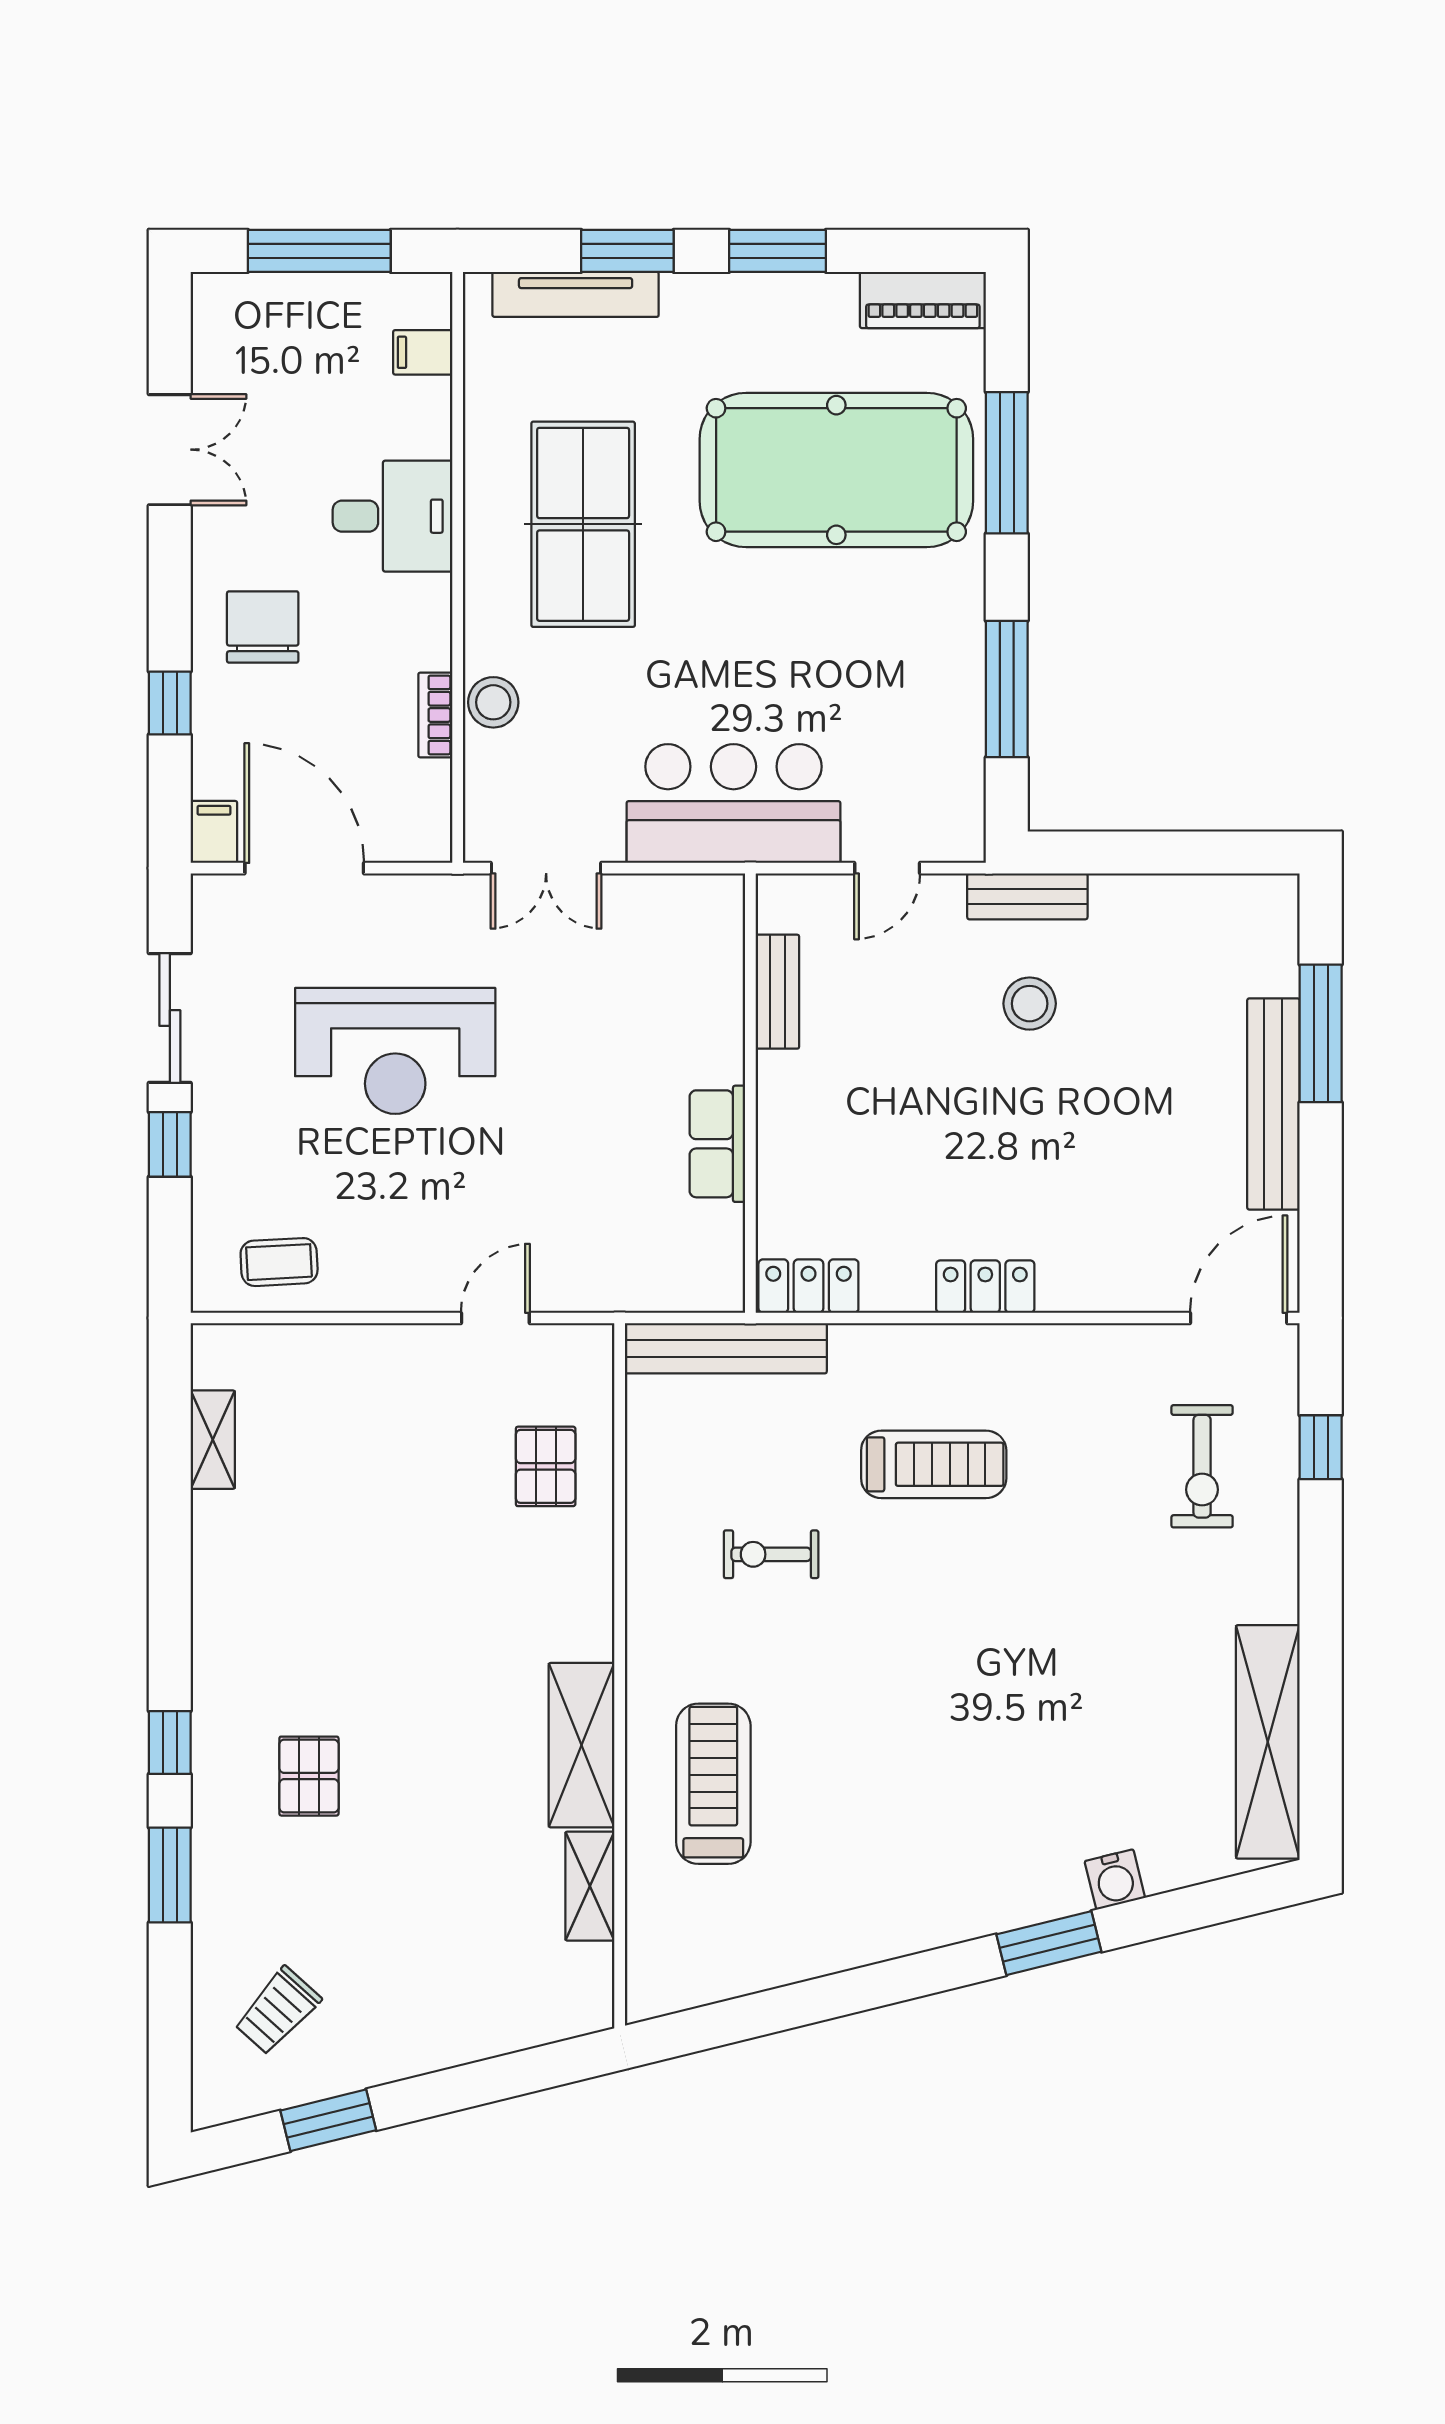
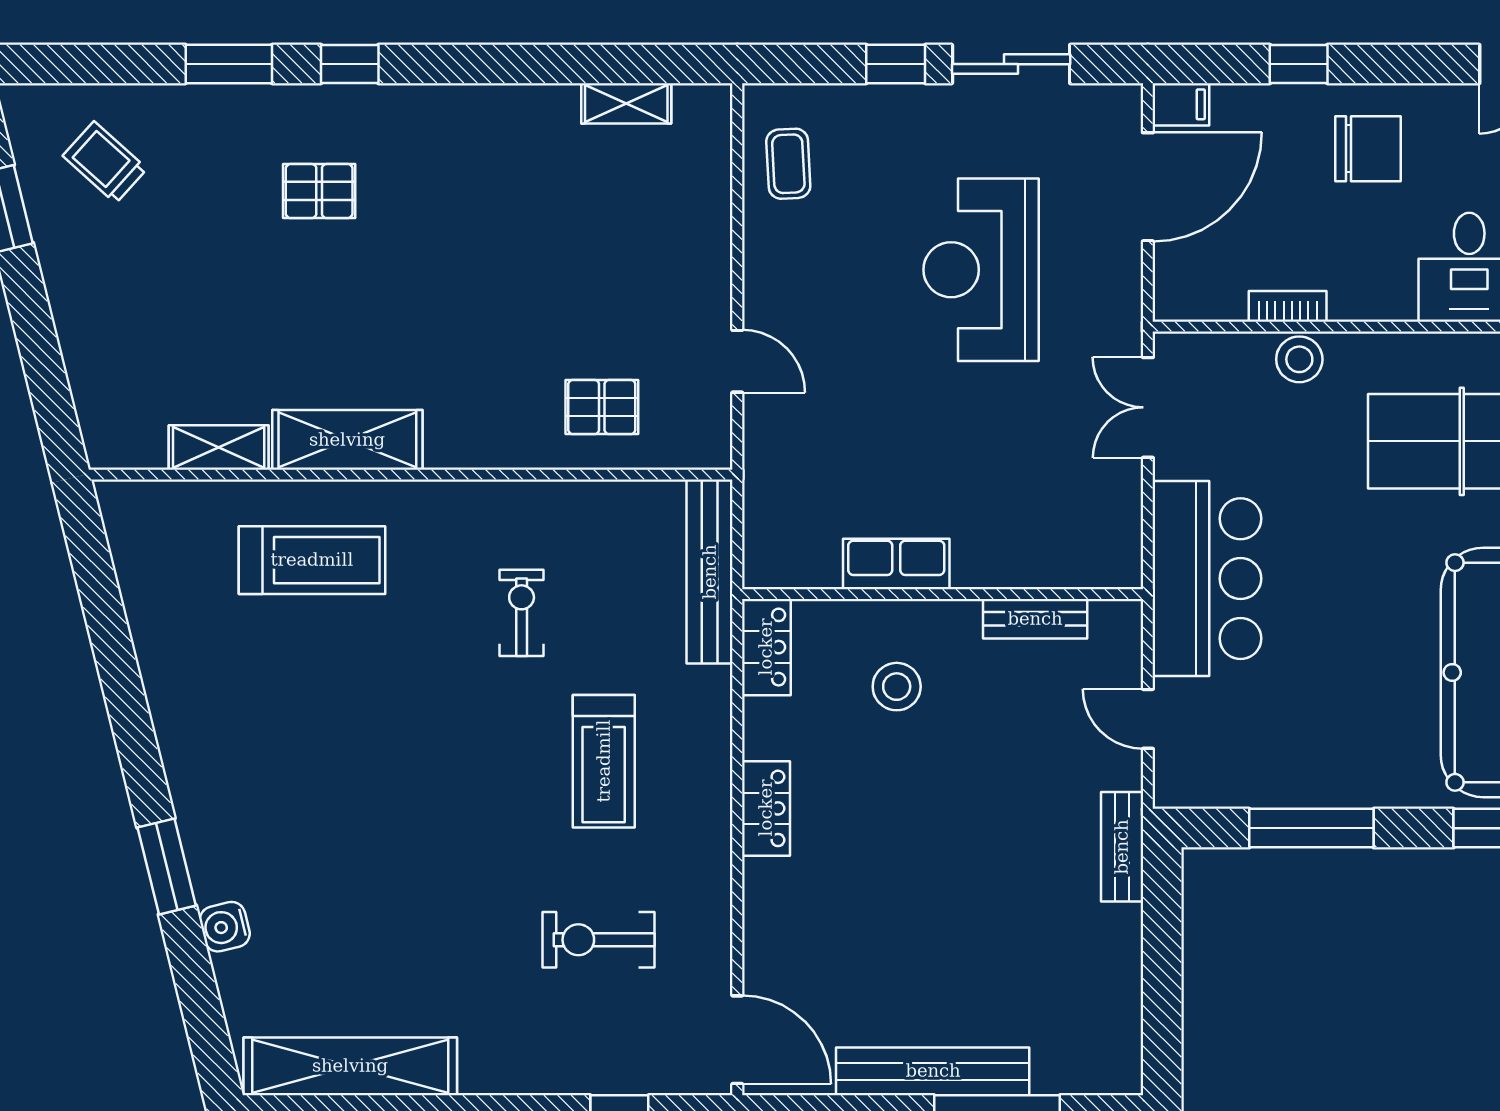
stool: (1030, 1004) -> (897, 687), moved
exercise bike: (1202, 1466) -> (598, 940), moved

